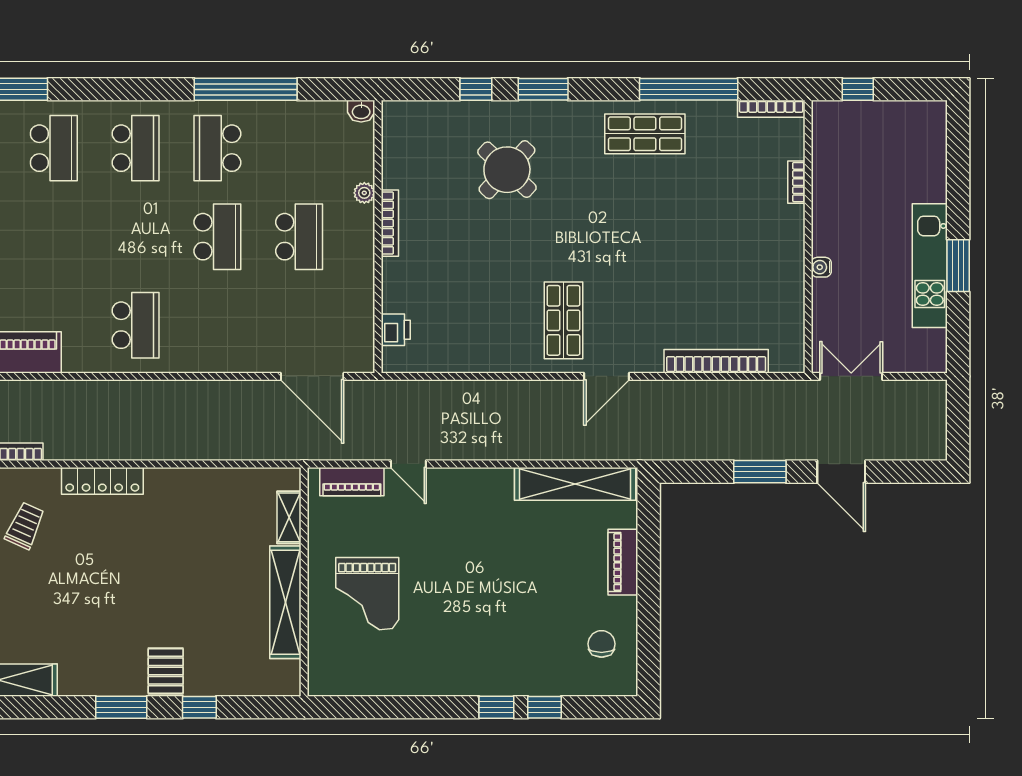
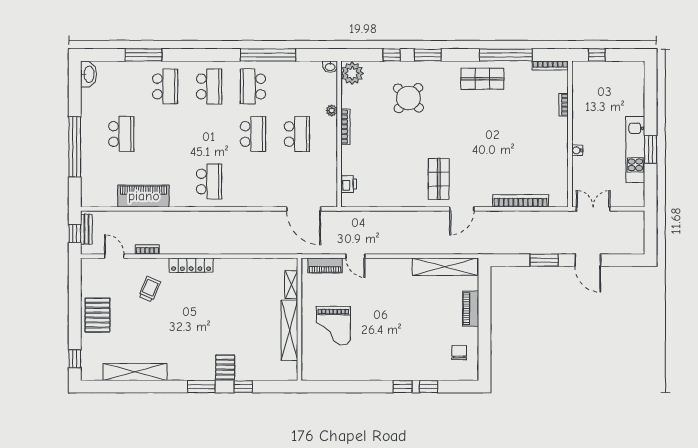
plant: (402, 124) -> (352, 73), added

